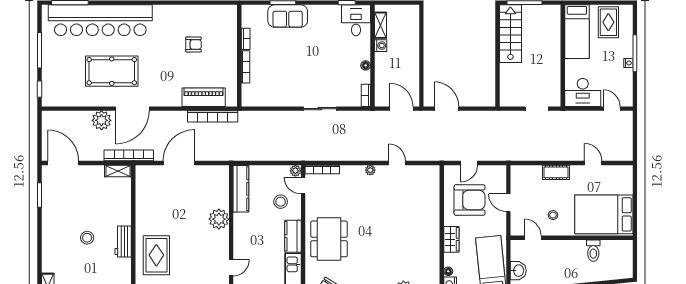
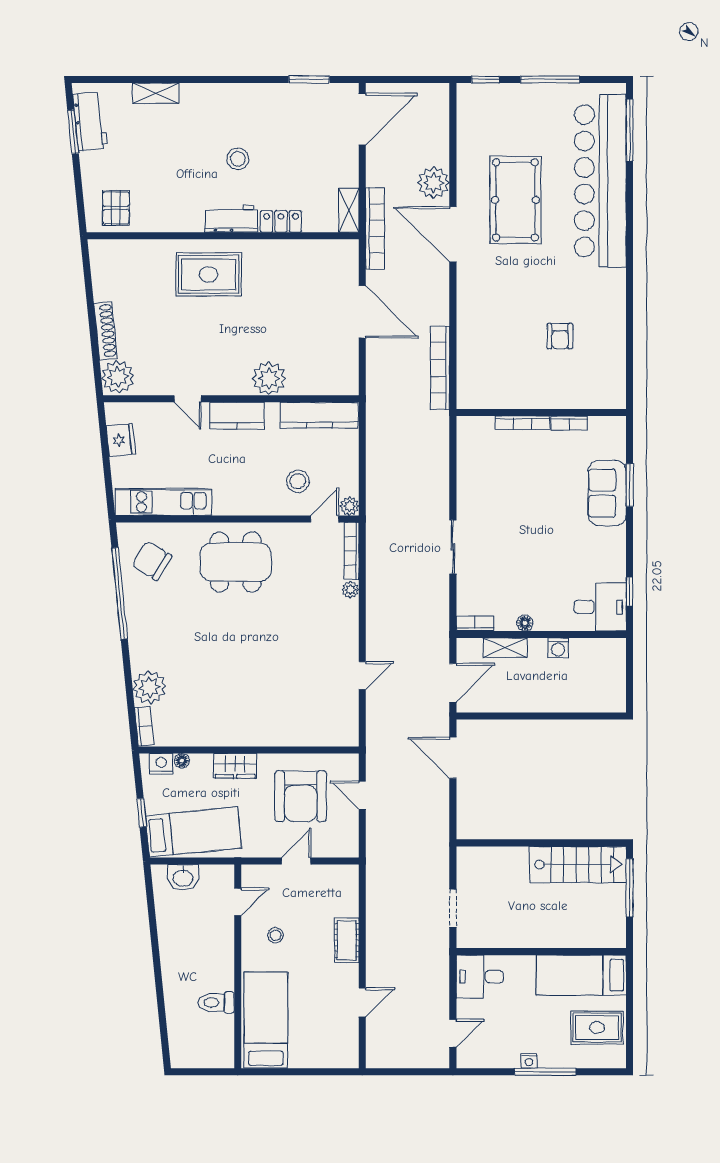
shelving: (380, 25) -> (505, 648), moved
desk: (583, 93) -> (480, 977), width x0.73
piano: (204, 97) -> (472, 353), removed
door: (446, 109) -> (453, 758), swing flipped
plant: (370, 170) -> (350, 590), moved
locker: (125, 212) -> (281, 221), added
bed: (604, 214) -> (266, 1020), width x0.67
kitchen counter: (293, 236) -> (237, 416), moved, turned 180

